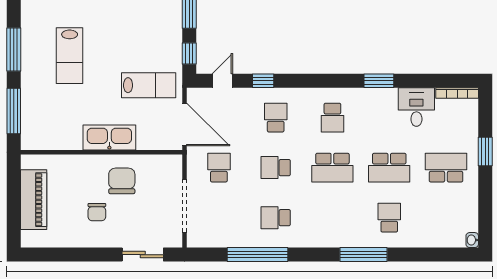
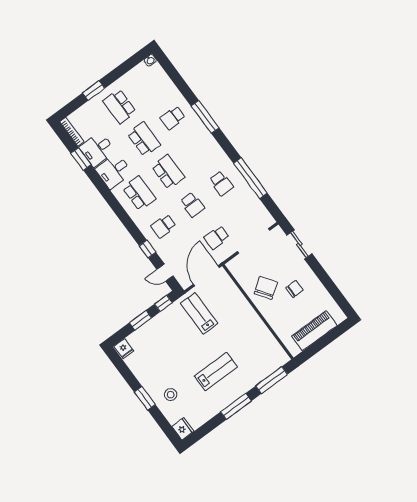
window: (379, 81) -> (81, 159), moved
desk: (378, 108) -> (114, 171), added
school desk: (332, 118) -> (139, 193), width x1.85
kitchen sink: (109, 138) -> (246, 314), removed
chair: (122, 181) -> (266, 288), turned 145

